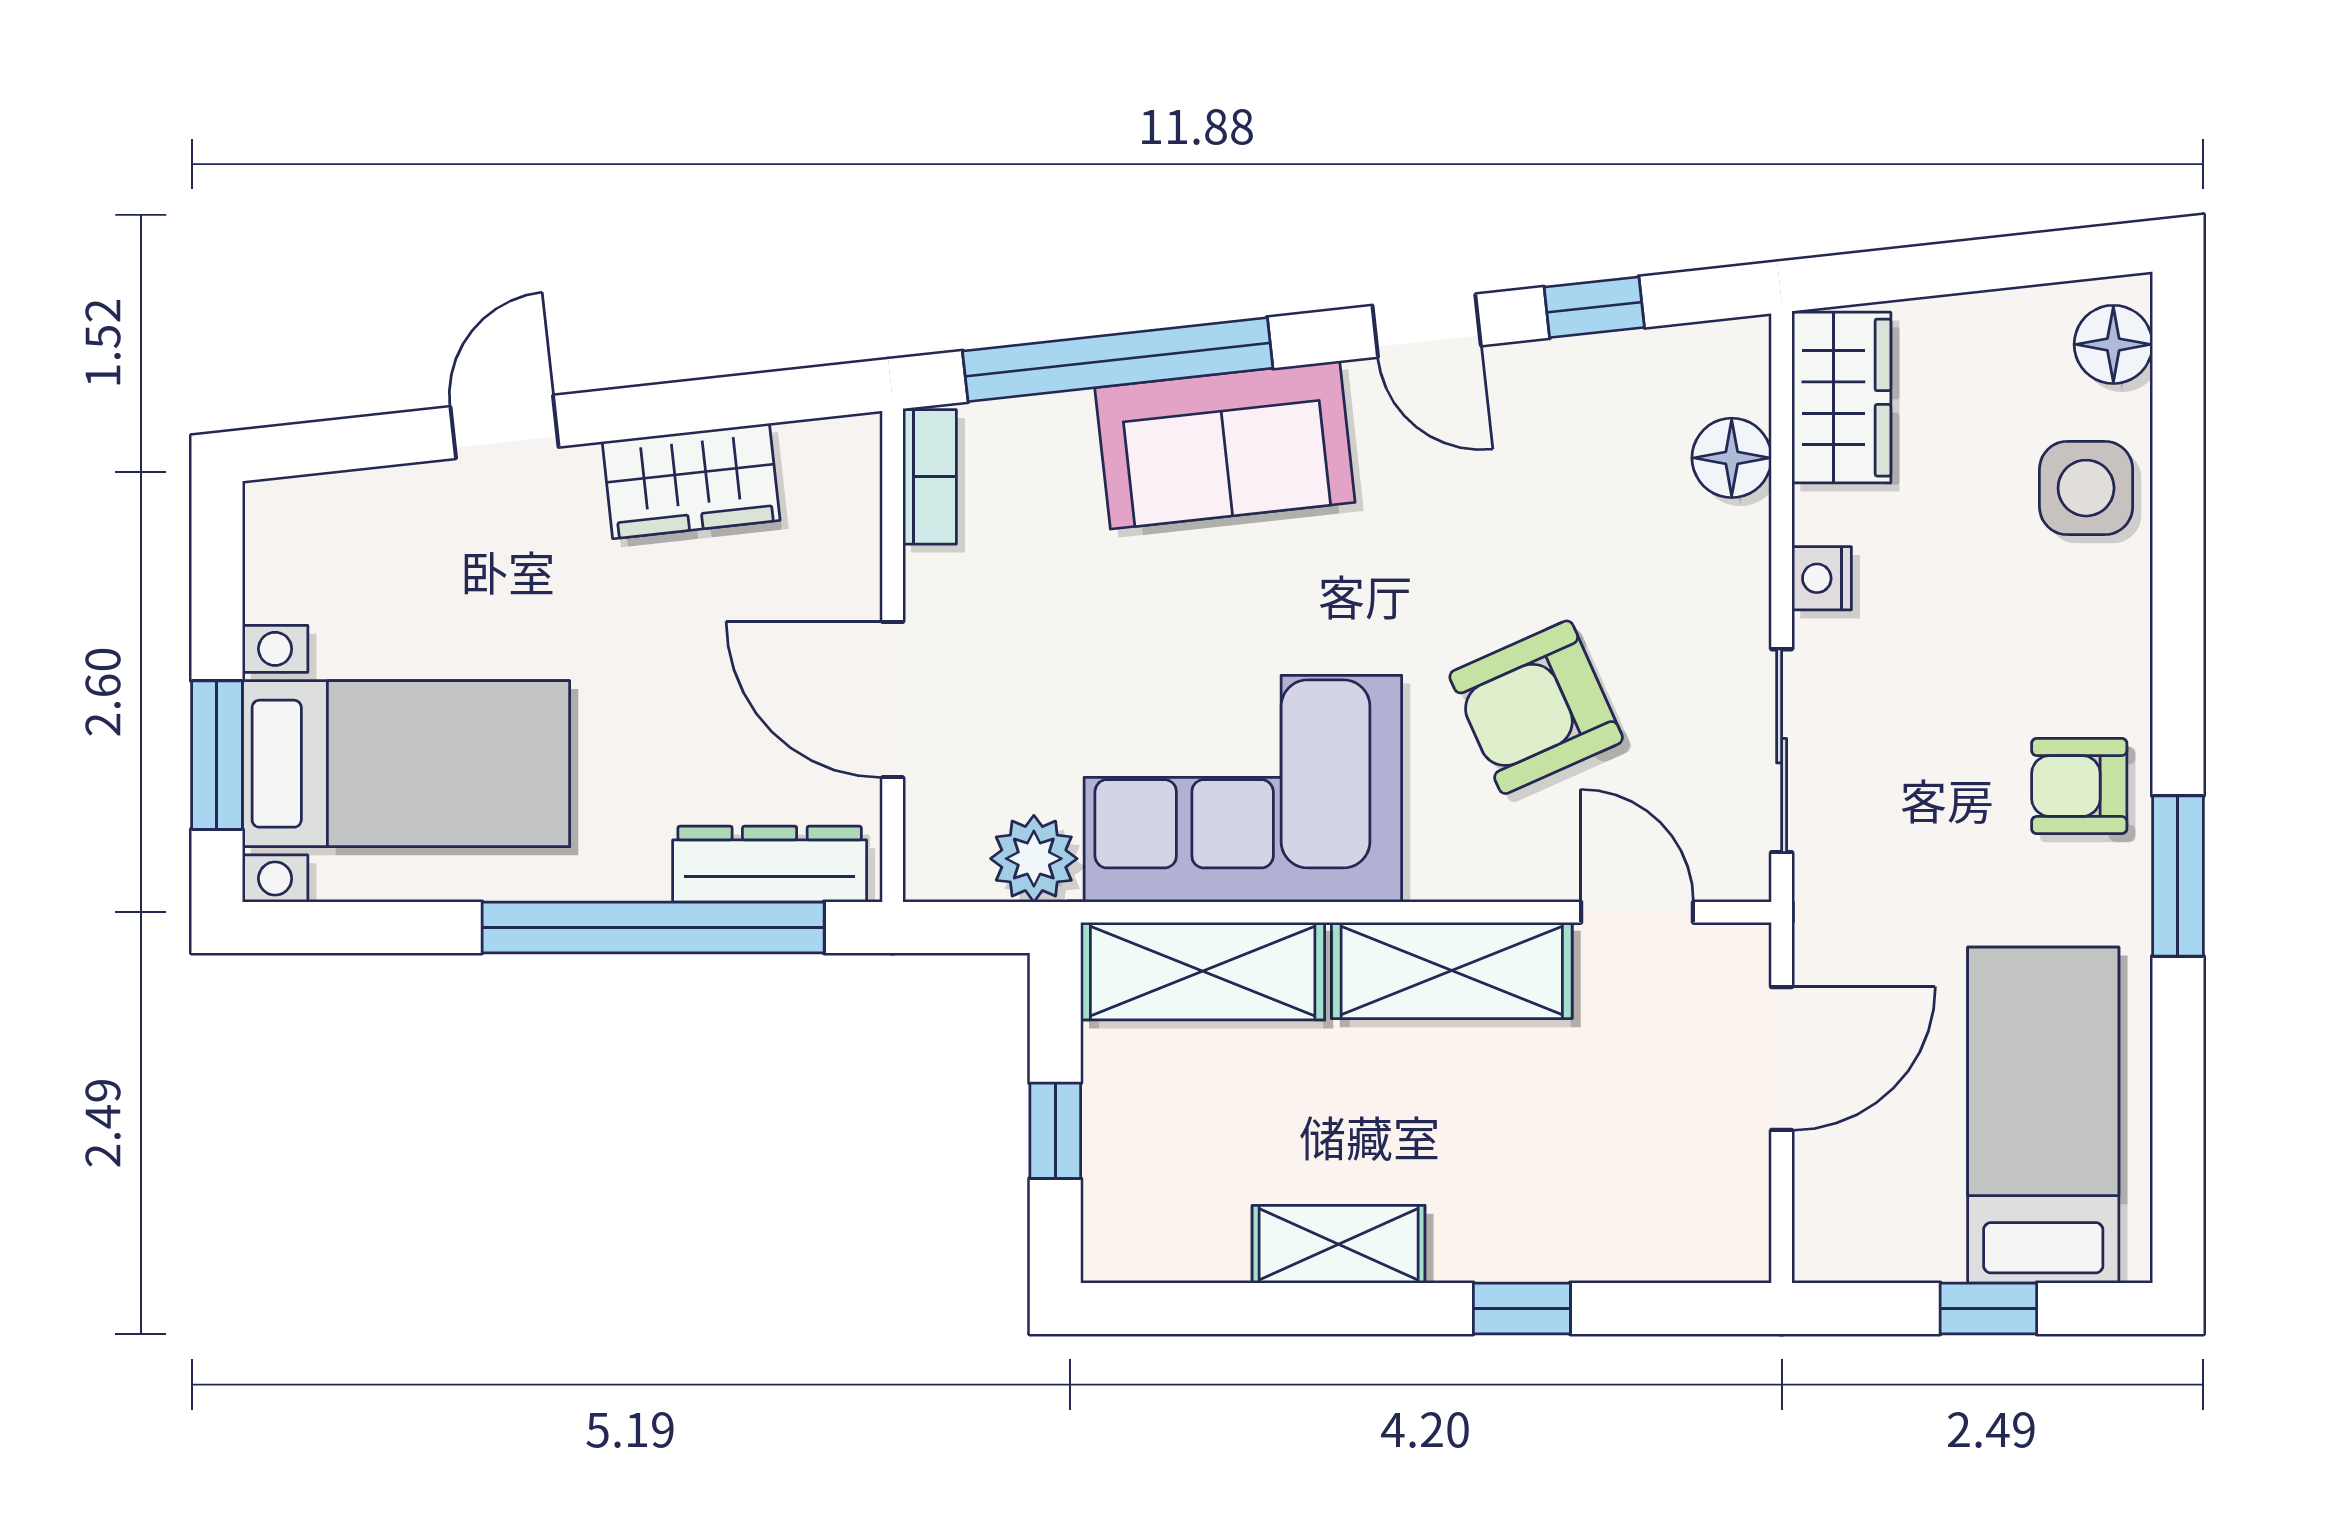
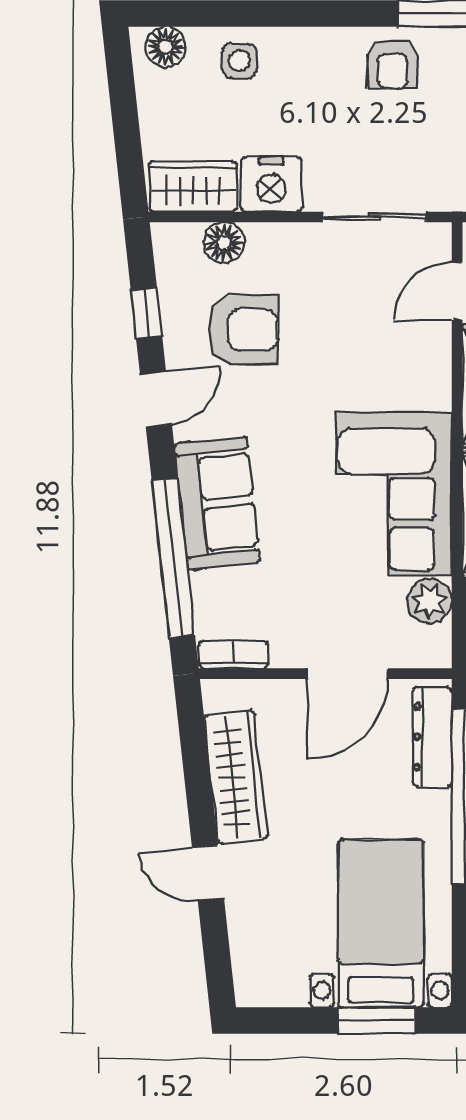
wardrobe: (691, 481) -> (236, 777), width x1.50
side table: (2086, 488) -> (239, 61), width x0.73, depth x0.73
nightstand: (1822, 578) -> (271, 184), width x1.89, depth x1.79
armchair: (1536, 707) -> (243, 330), moved, turned -66

